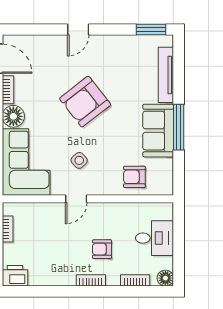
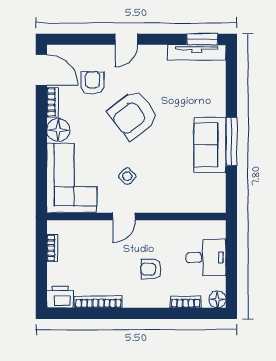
tv unit: (166, 75) -> (197, 53), moved, turned -90
armchair: (134, 177) -> (92, 83), moved, turned 90
bookcase: (91, 280) -> (98, 302), moved, width x1.56

